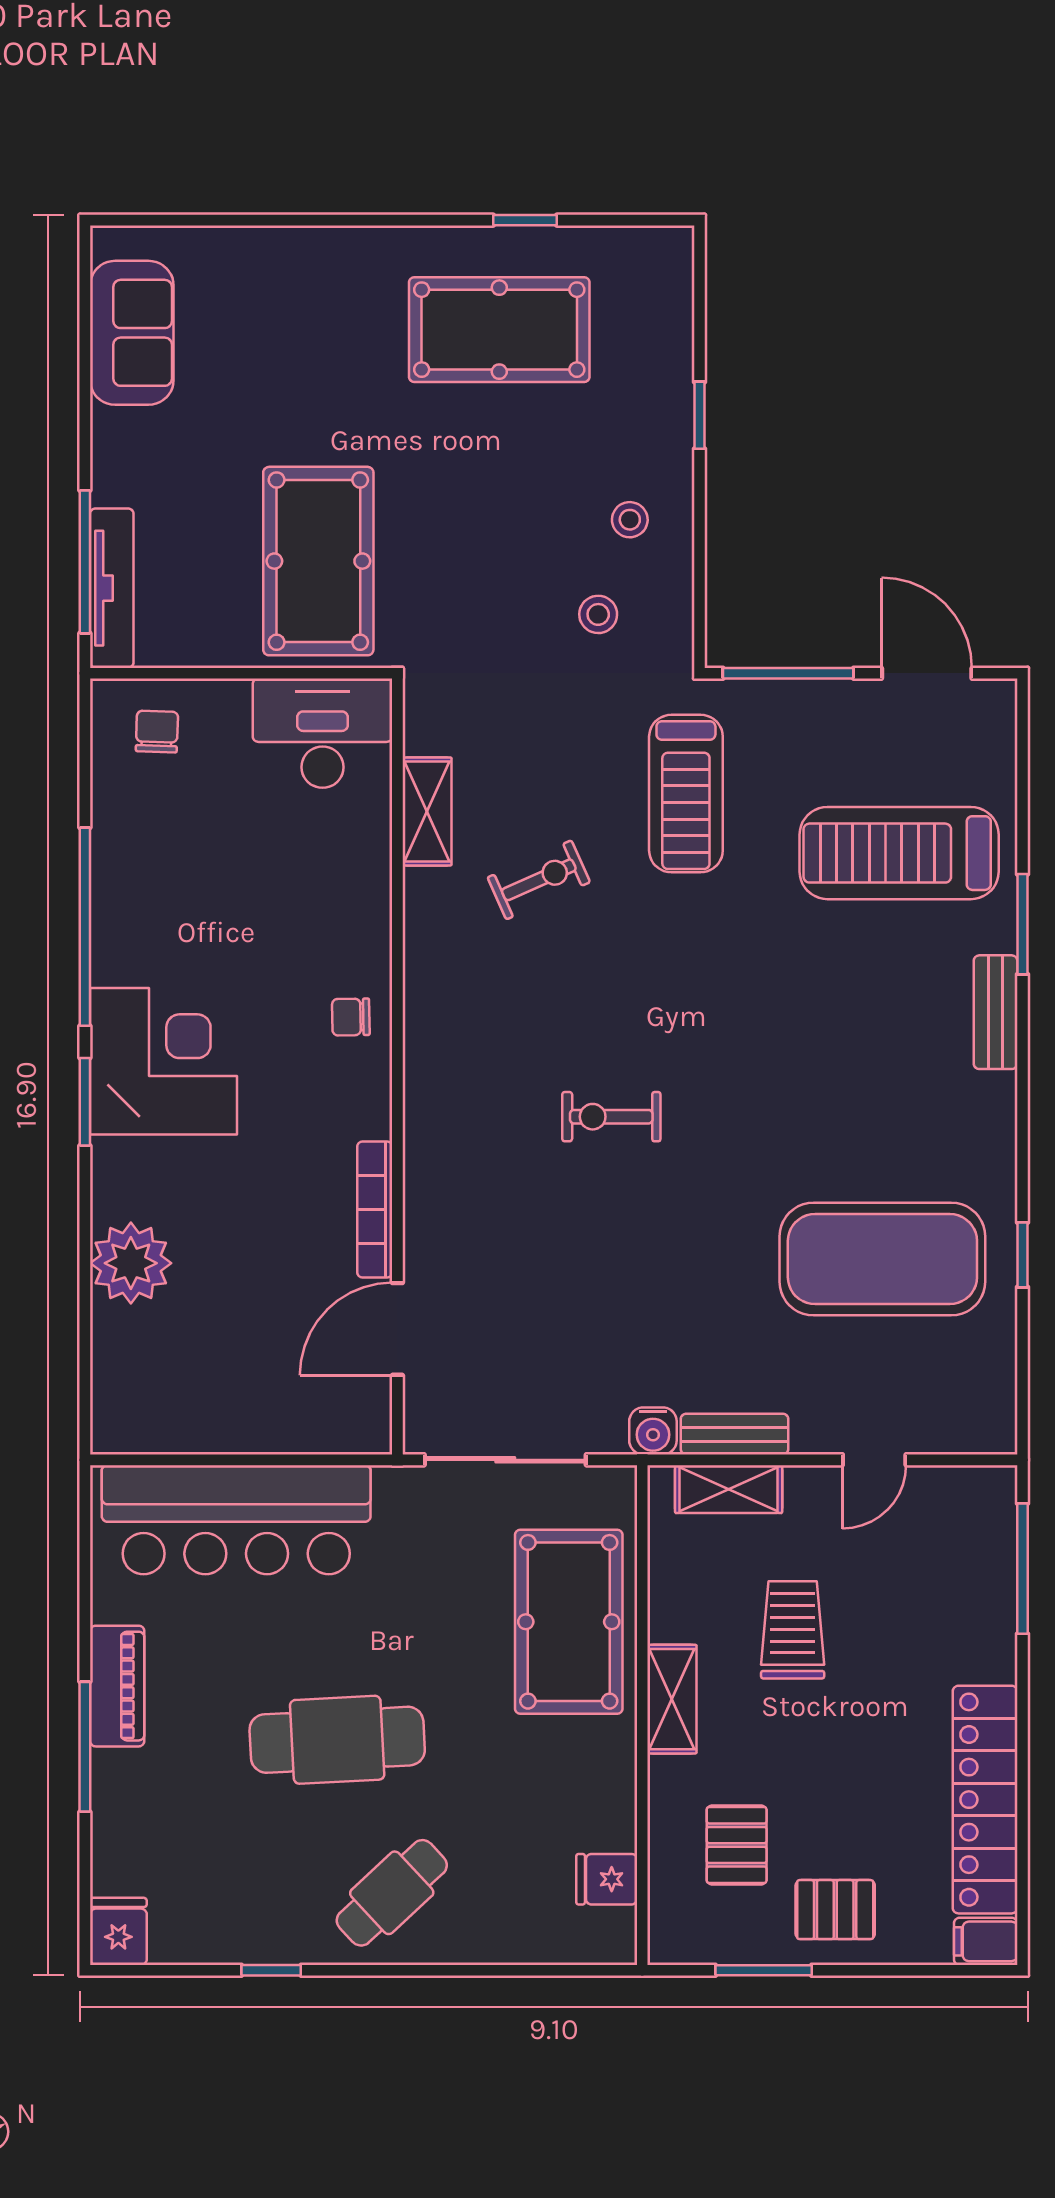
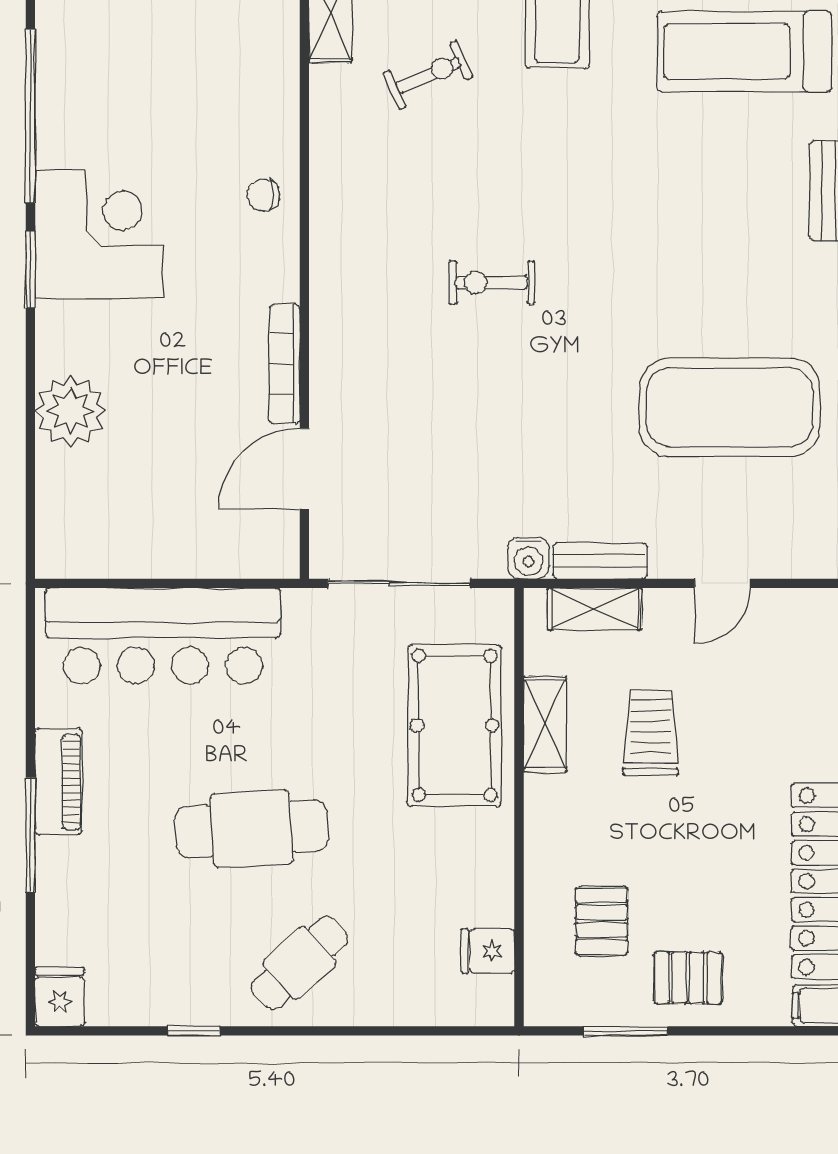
shelving: (672, 1699) -> (545, 724), moved

